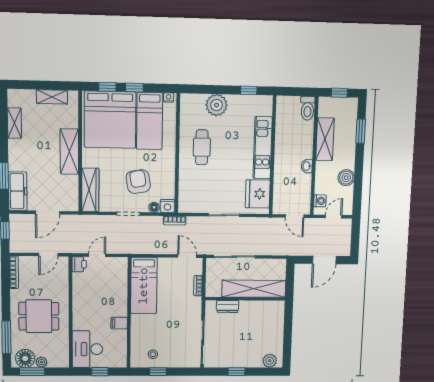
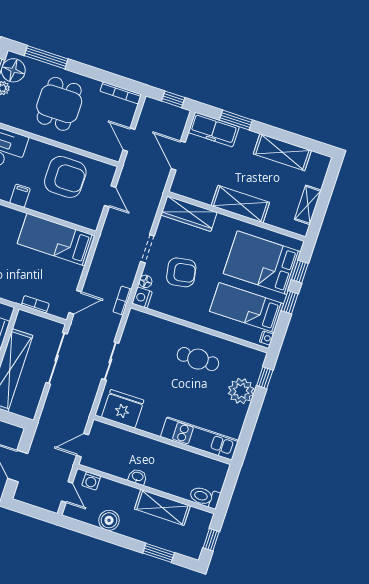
window: (249, 90) -> (265, 378), moved
bed: (110, 120) -> (262, 263), width x0.73
shelving: (14, 123) -> (282, 152), width x1.50, depth x1.33
kitchen unit: (263, 148) -> (199, 439), moved
printer: (79, 264) -> (106, 172), removed
armchair: (94, 294) -> (65, 177), added

